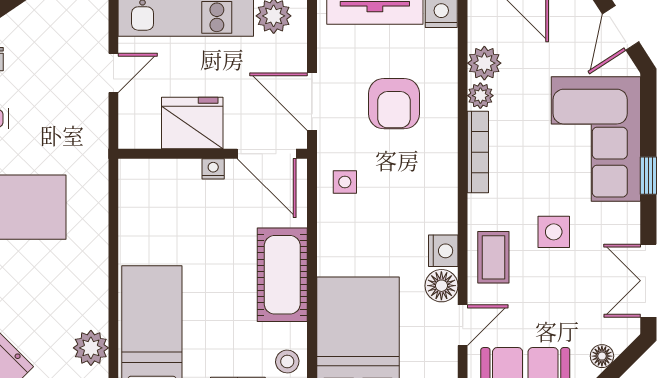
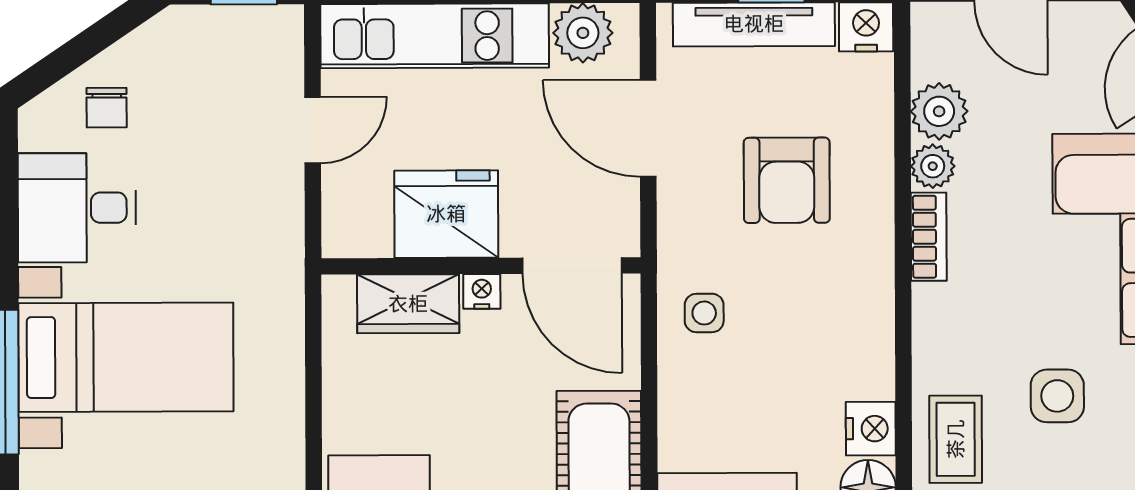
door: (312, 102) -> (648, 128), moved
bookcase: (478, 152) -> (929, 237), width x0.64
wardrobe: (170, 176) -> (408, 304), added

